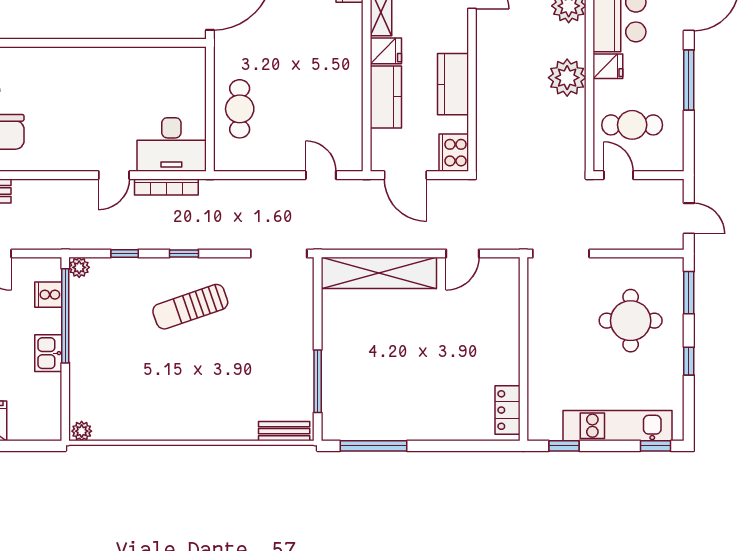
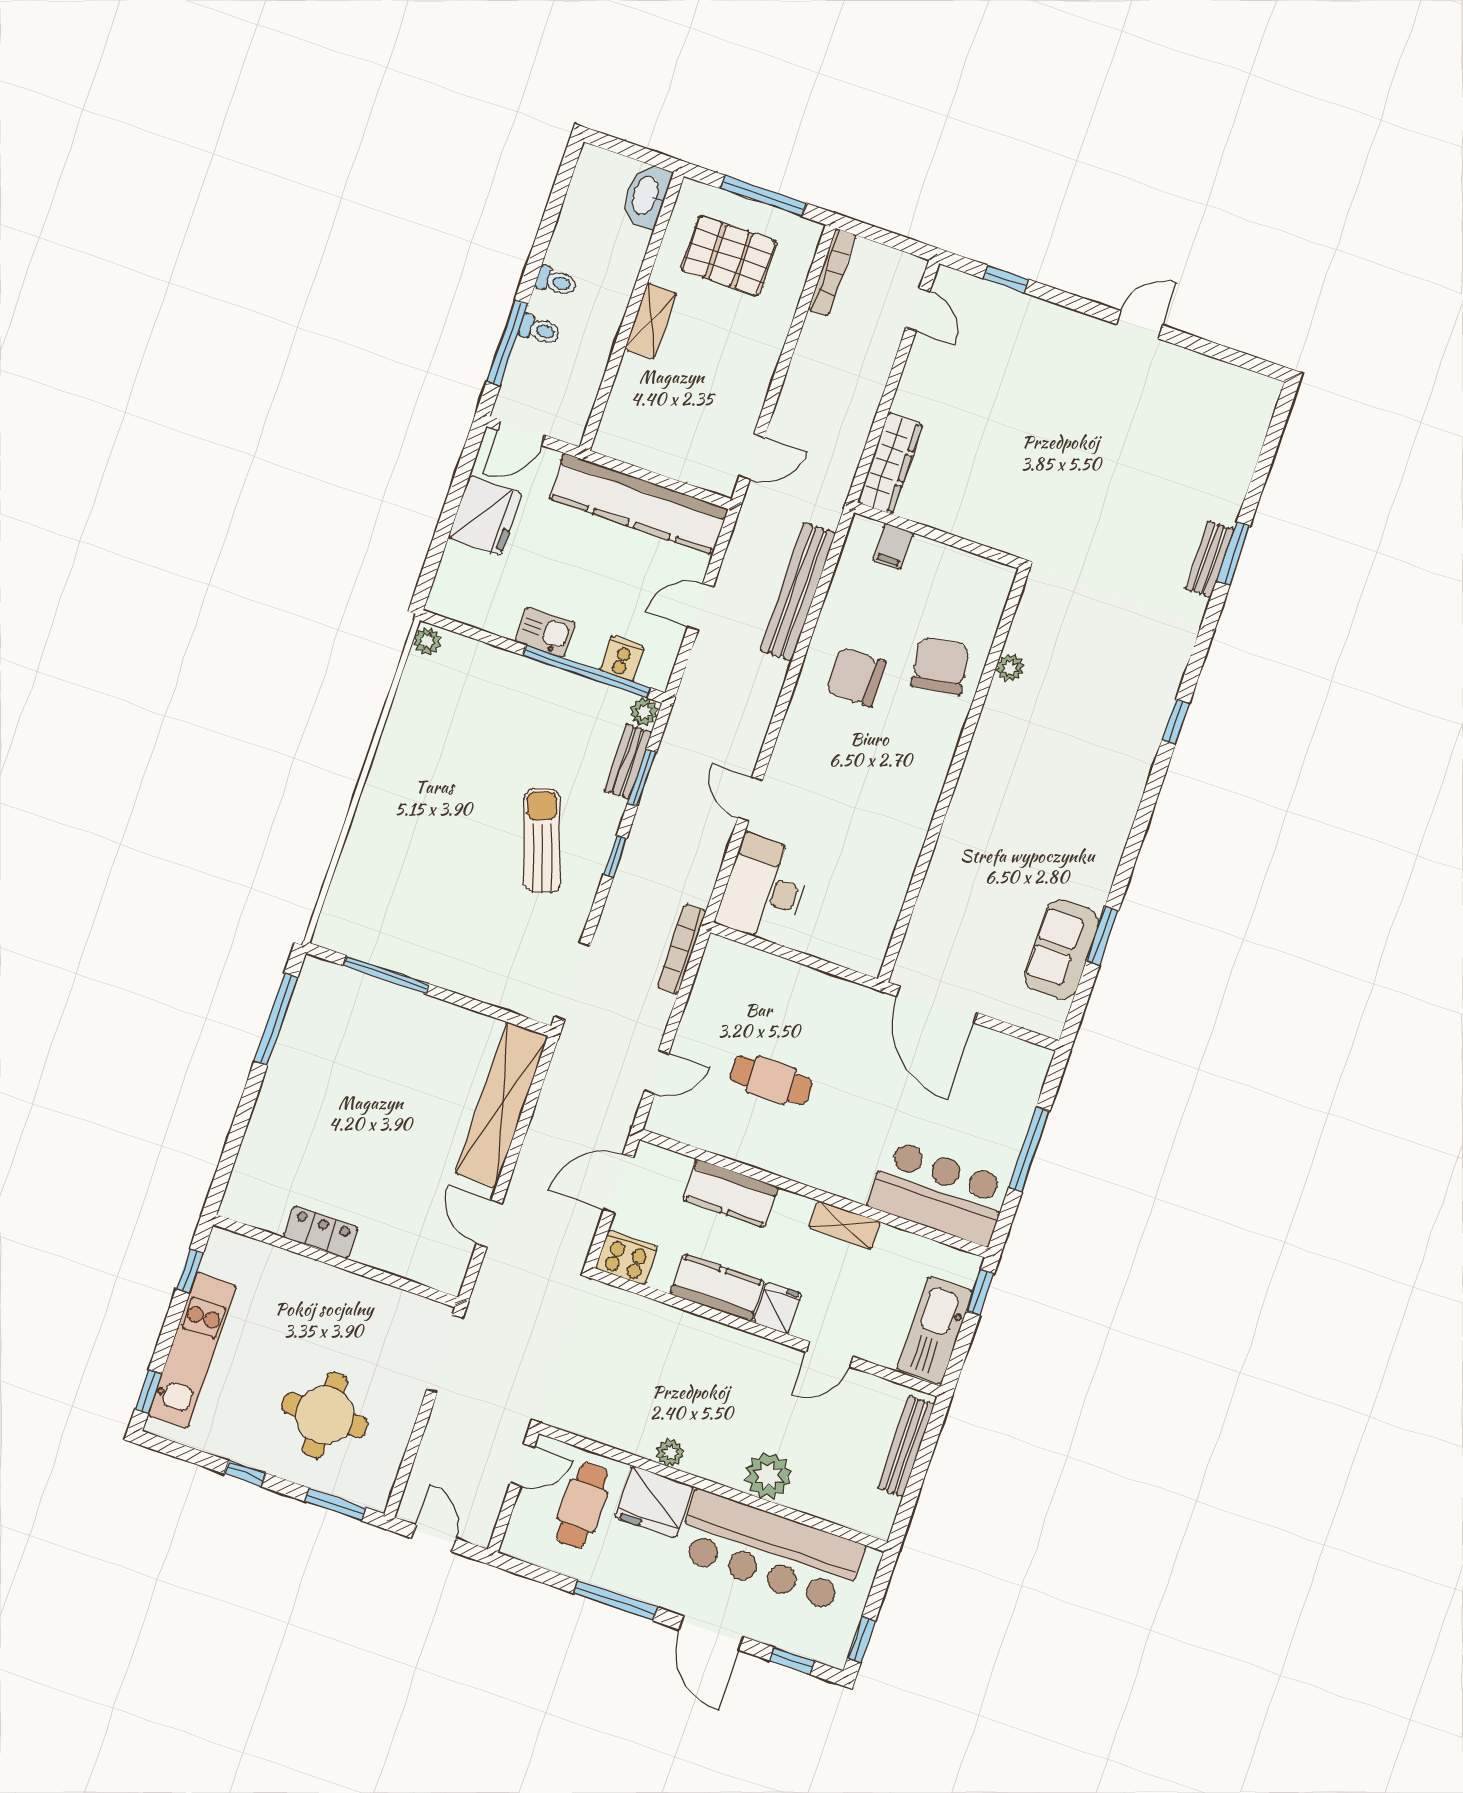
fridge: (386, 51) -> (777, 1308), moved, turned 180
fridge: (608, 66) -> (654, 1502), width x1.88, depth x1.34
plant: (567, 78) -> (670, 1453), width x0.53, depth x0.53
cafe table: (240, 109) -> (771, 1080), moved
bookcase: (166, 187) -> (682, 949), moved
door: (689, 218) -> (433, 1538), swing flipped
window: (125, 254) -> (642, 778), width x1.50
locker: (507, 410) -> (321, 1232), moved
bench: (284, 431) -> (628, 761), moved

